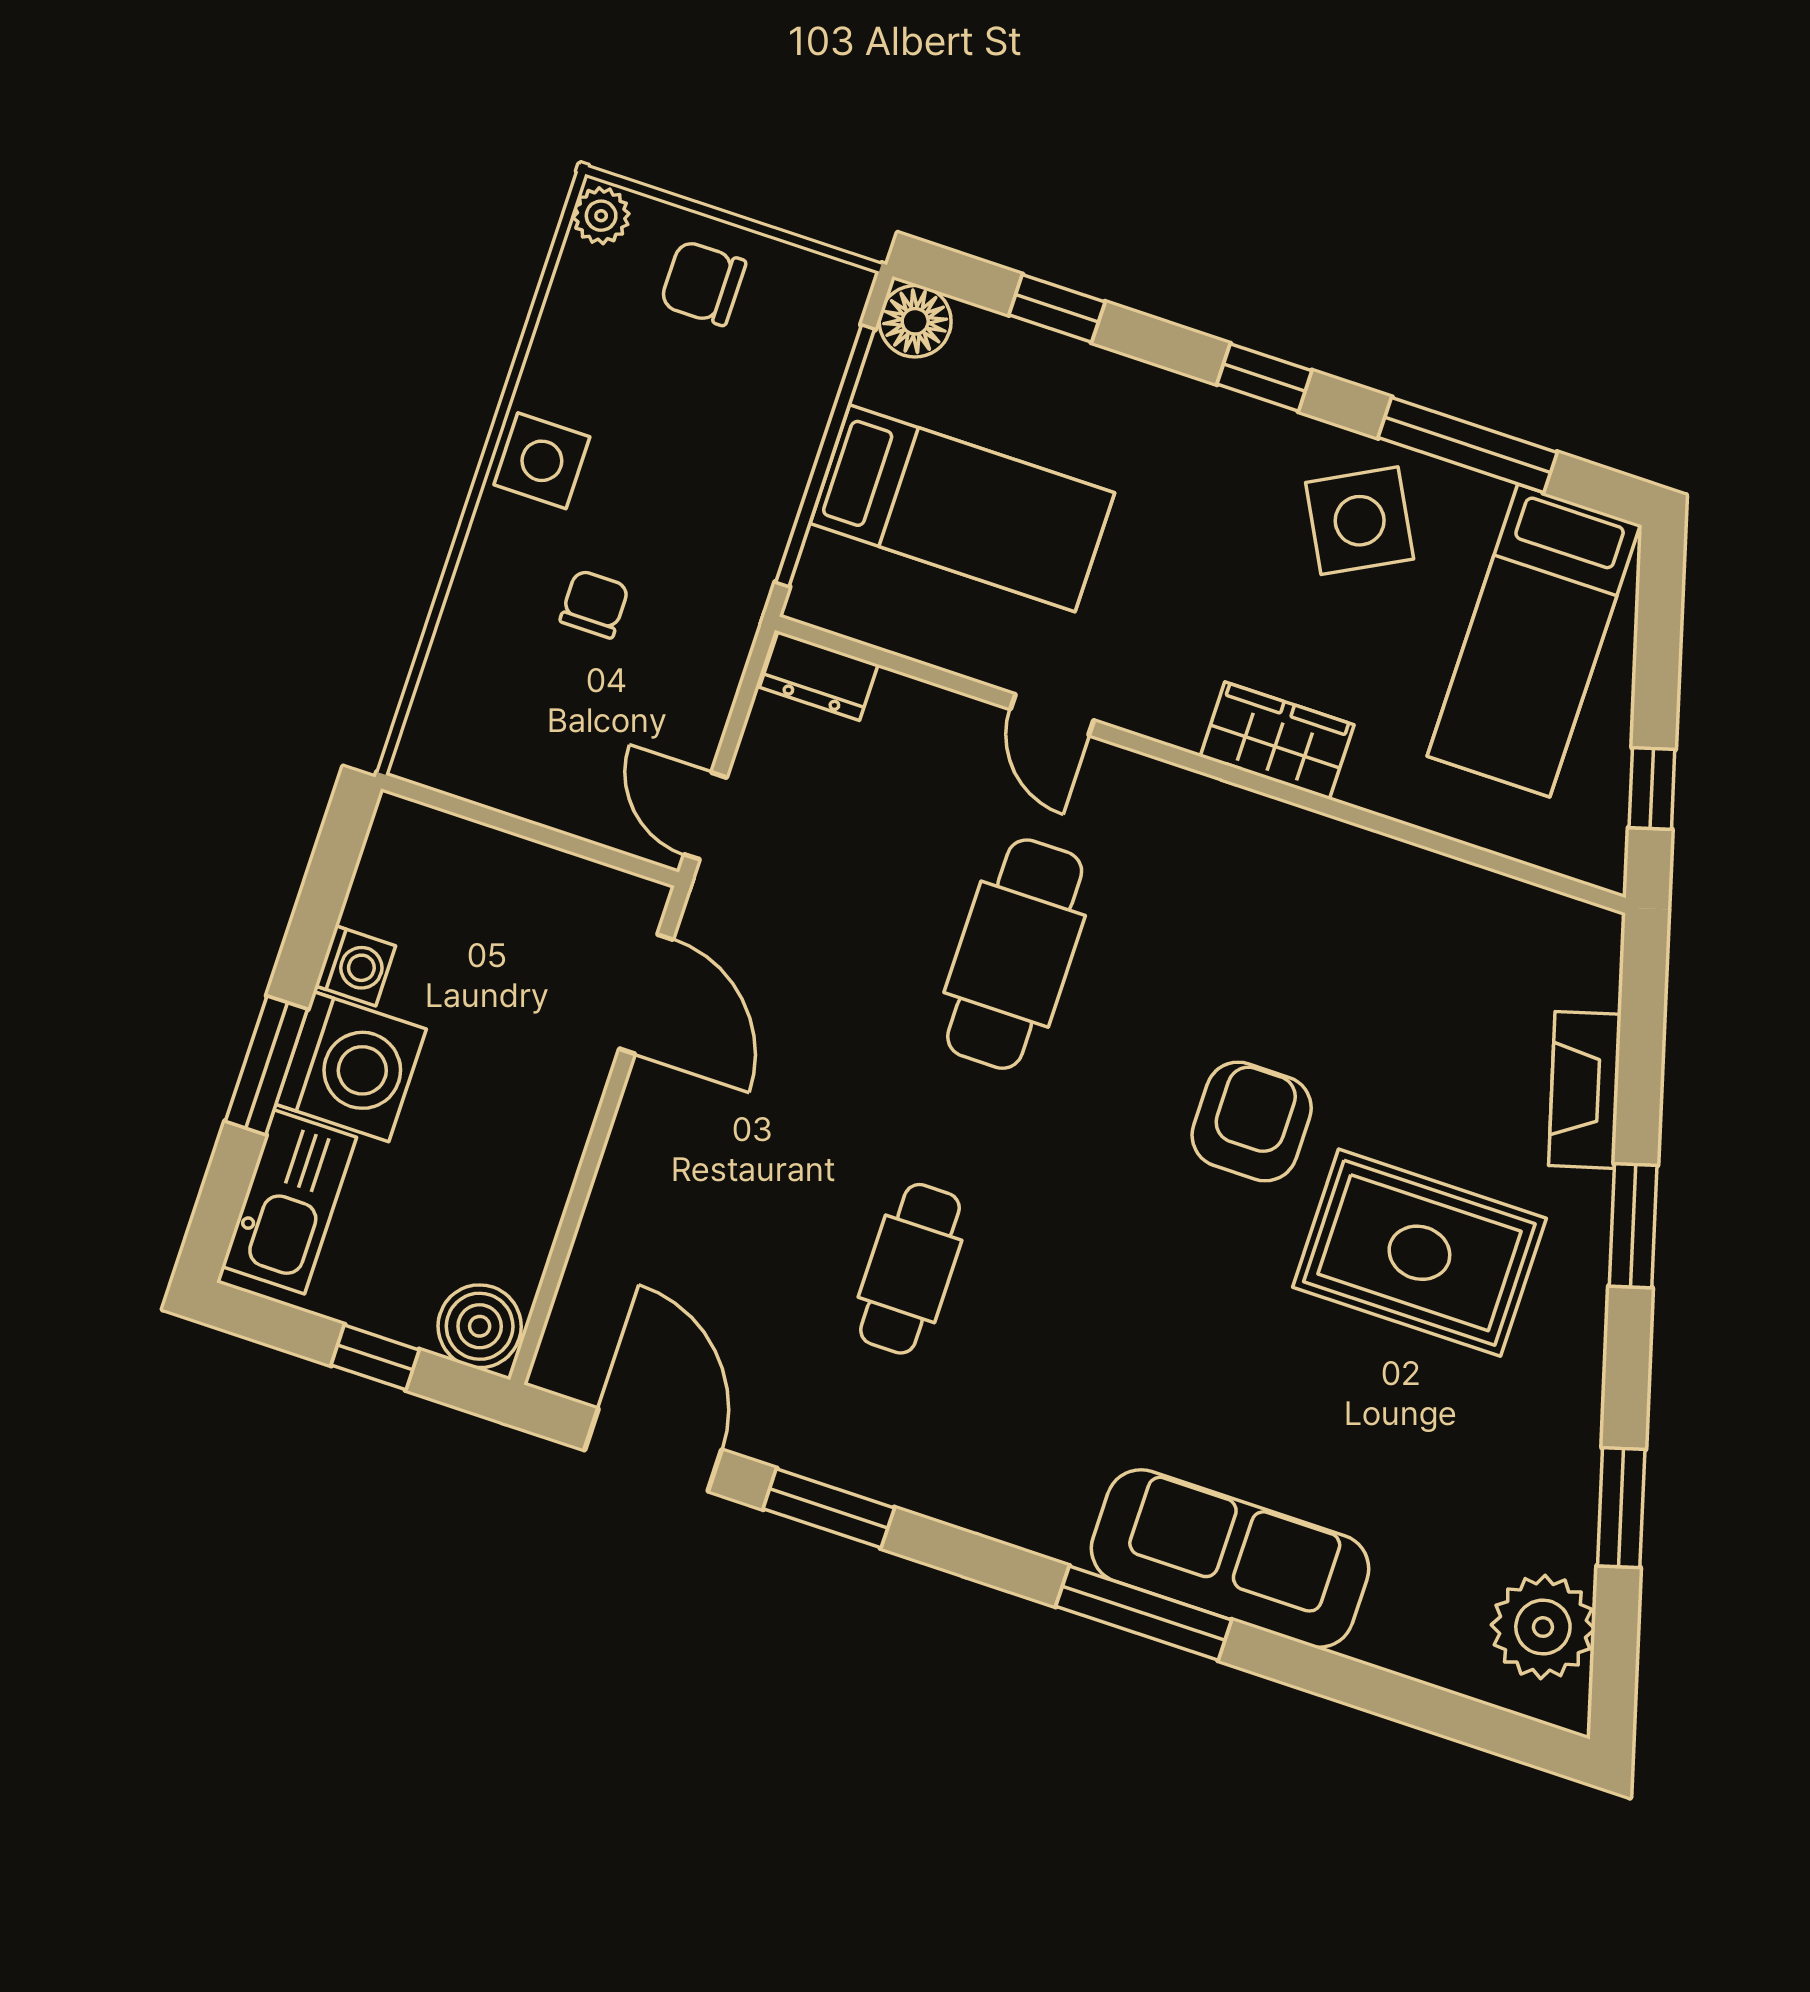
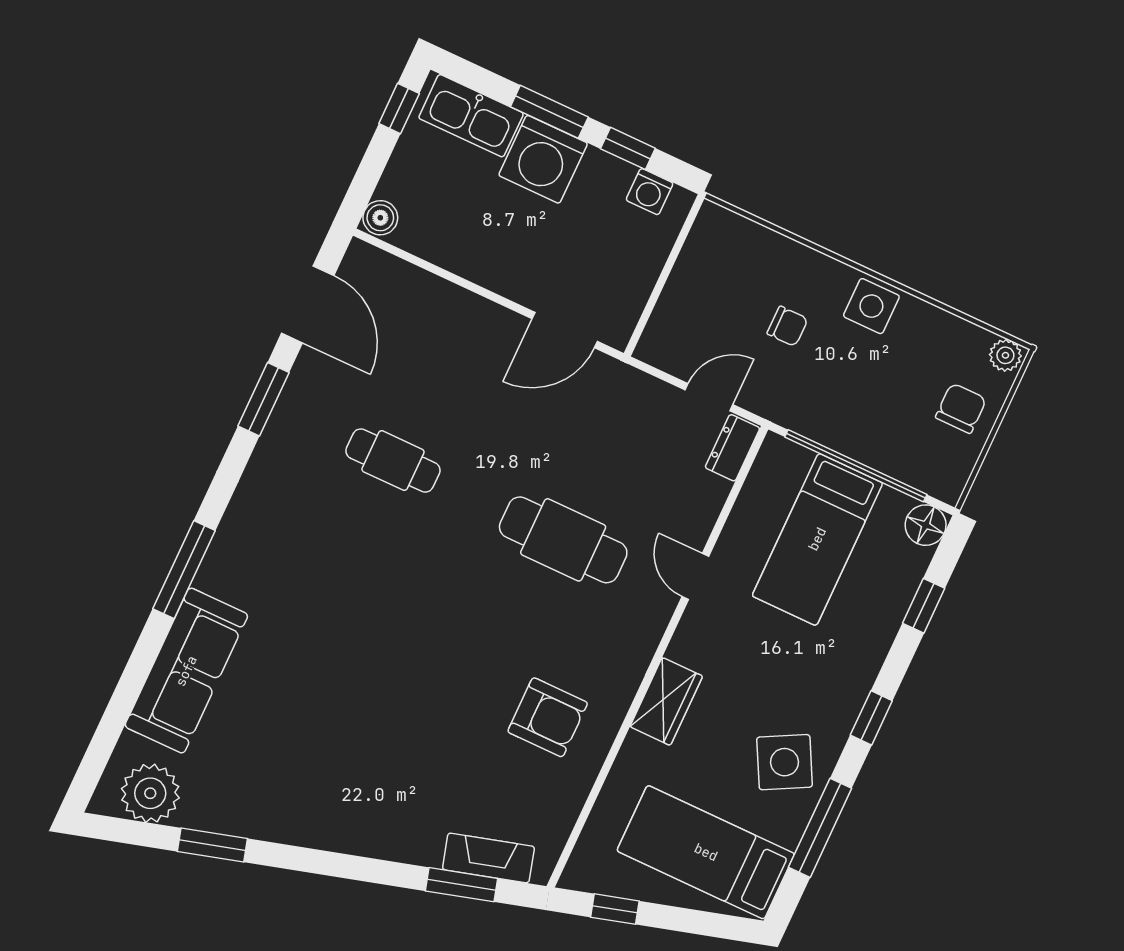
door: (1052, 715) -> (695, 576), hinge flipped
door: (705, 816) -> (709, 397), moved
window: (315, 920) -> (628, 148), added
washing machine: (355, 966) -> (650, 192), moved
fireplace: (1585, 1090) -> (488, 858), moved
armchair: (1252, 1122) -> (548, 717), moved
window: (1633, 1226) -> (462, 885), moved
rug: (1419, 1253) -> (369, 748), removed
boiler: (480, 1326) -> (380, 218), width x0.73, depth x0.73
window: (375, 1357) -> (399, 108), moved
door: (653, 1450) -> (308, 304), hinge flipped
sofa: (1230, 1558) -> (186, 671), moved

